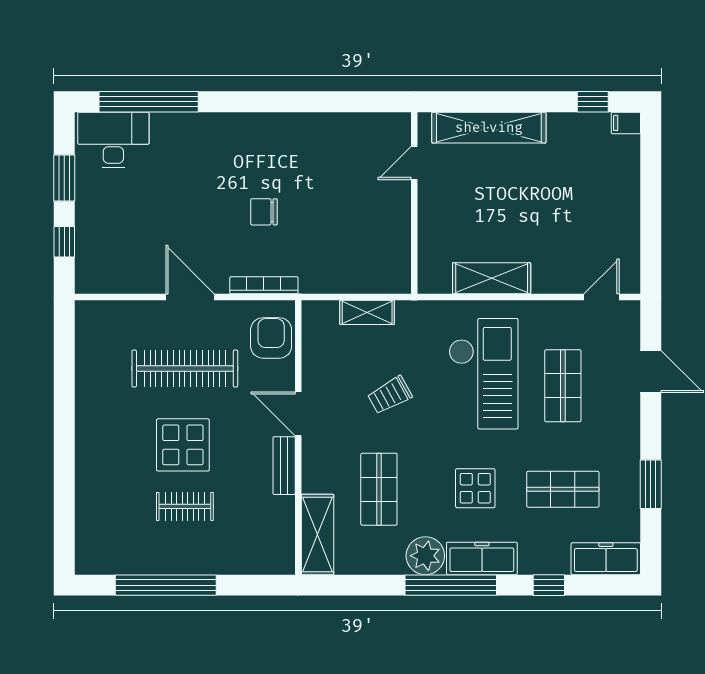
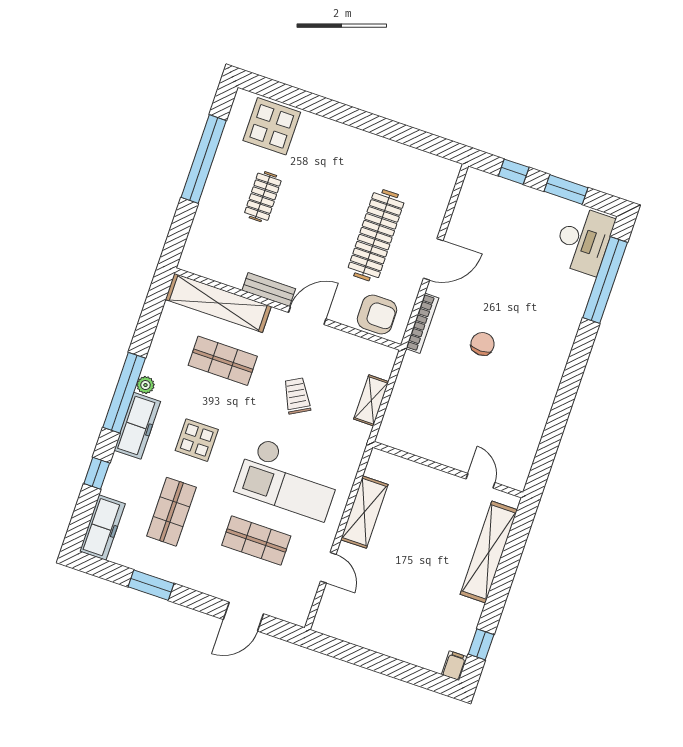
door: (602, 297) -> (328, 568), moved
display table: (183, 445) -> (272, 126), moved
shelving: (317, 534) -> (218, 303), width x1.47
plant: (425, 556) -> (145, 385), width x0.53, depth x0.53

